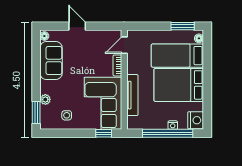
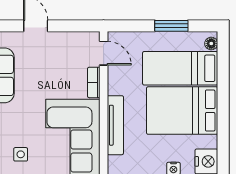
window: (183, 26) -> (171, 26), moved
door: (124, 45) -> (104, 53), swing flipped

